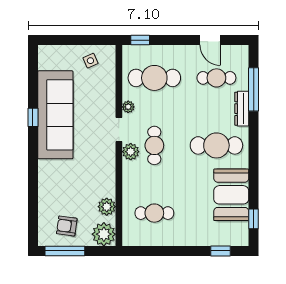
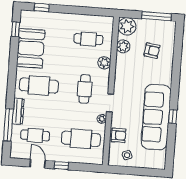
window: (140, 40) -> (62, 165), moved
armchair: (104, 86) -> (119, 135), added
plant: (131, 152) -> (104, 63), moved
armchair: (67, 226) -> (152, 51), moved

